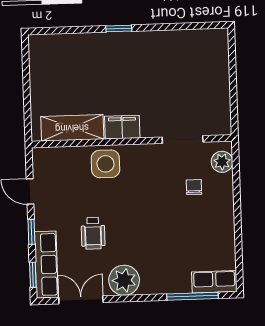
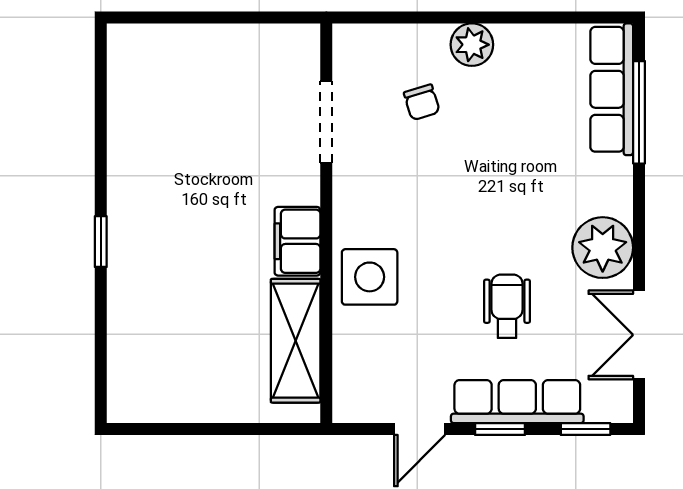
plant: (222, 162) -> (472, 45), moved
chair: (194, 187) -> (422, 102), turned -107
wheelchair: (93, 233) -> (507, 306), turned -90
row of seats: (46, 265) -> (517, 402), moved
row of seats: (214, 282) -> (612, 89), width x1.48

